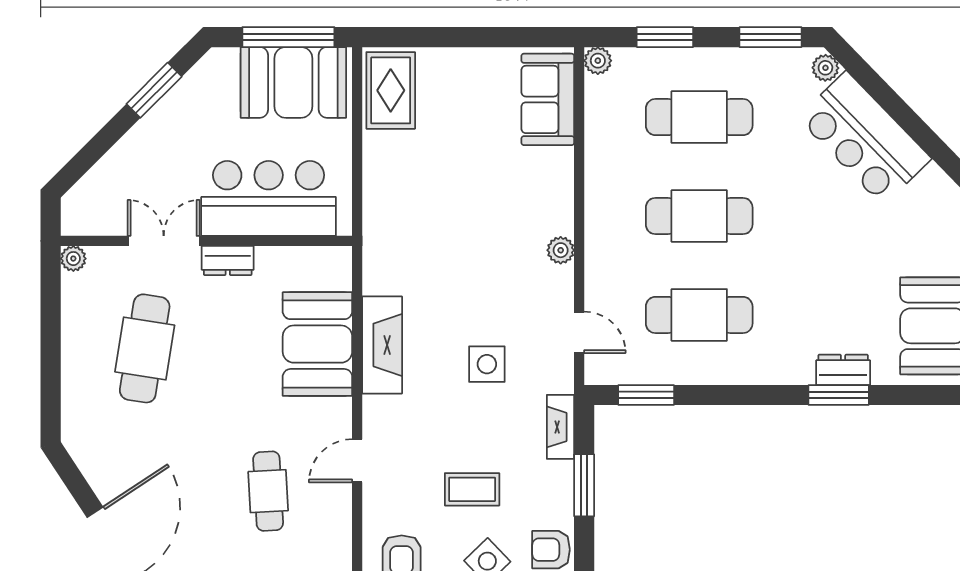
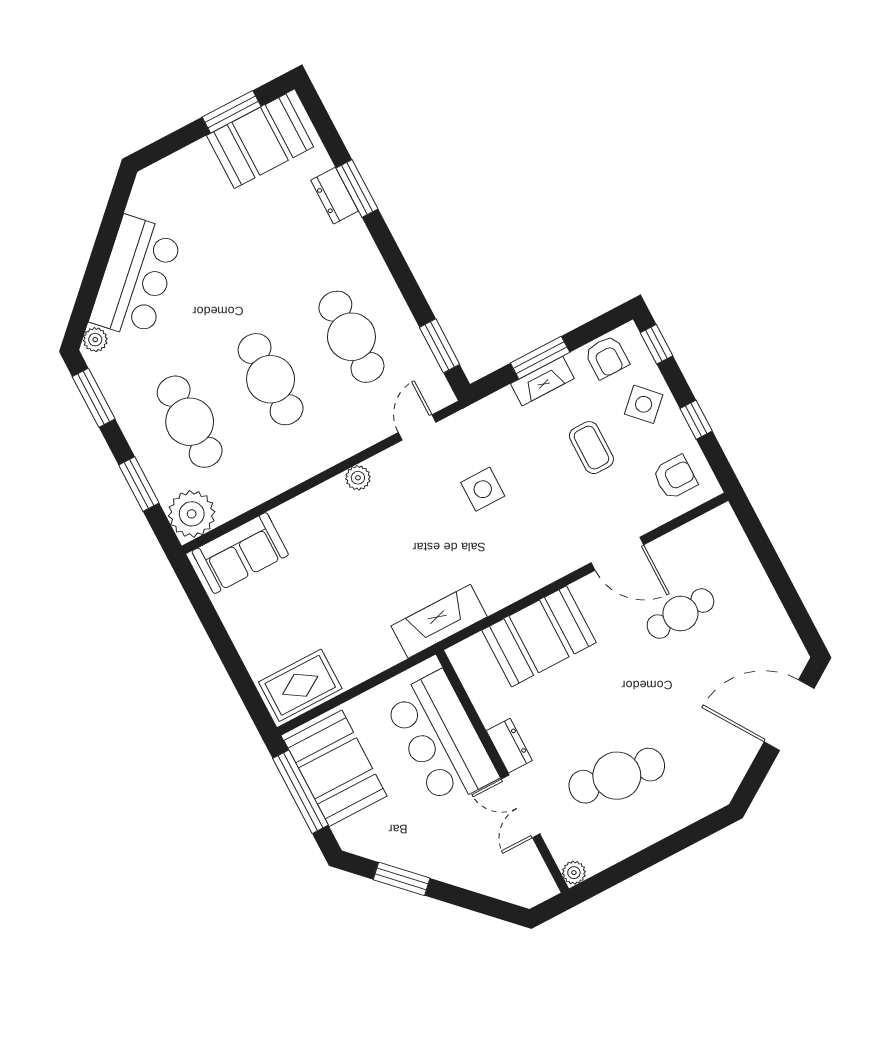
plant: (598, 61) -> (192, 514), width x1.88, depth x1.88
fireplace: (382, 345) -> (439, 621), moved
fireplace: (561, 427) -> (542, 381), moved
door: (357, 461) -> (617, 554), width x1.38

